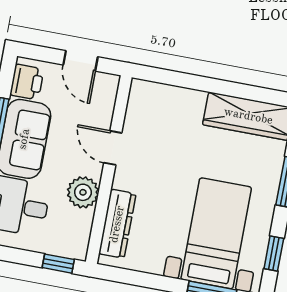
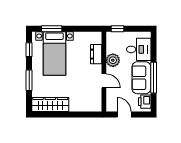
dresser: (117, 224) -> (96, 54), width x0.70

